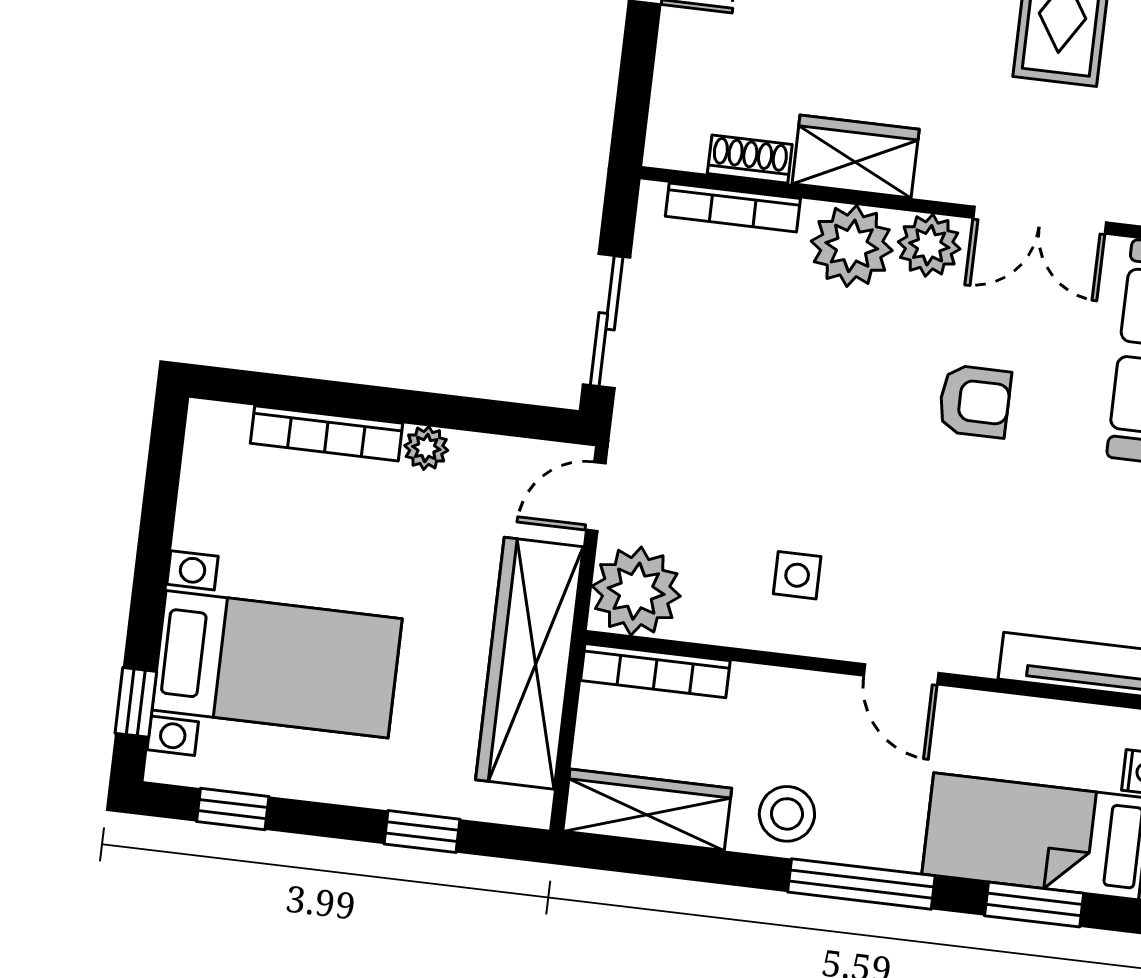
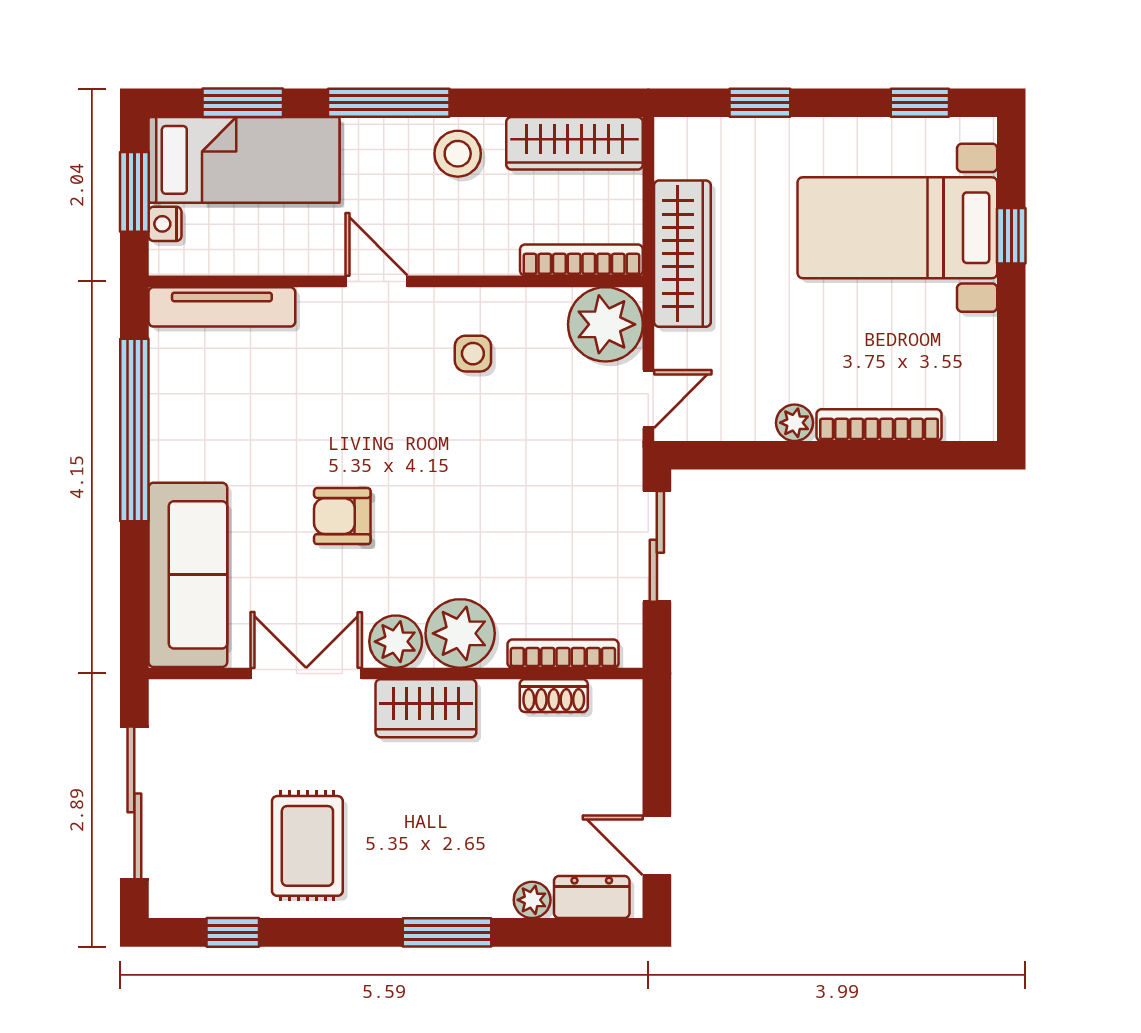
wardrobe: (856, 156) -> (426, 708), moved
wardrobe: (529, 663) -> (682, 254), width x0.71, depth x0.85
window: (136, 702) -> (1011, 236), moved

